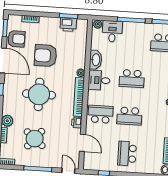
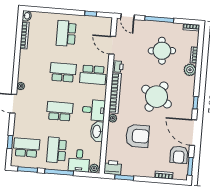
printer: (68, 25) -> (113, 168), moved
armchair: (16, 39) -> (179, 155), turned -90
school desk: (134, 41) -> (57, 150), added
armchair: (46, 56) -> (137, 136), moved
round table: (39, 94) -> (157, 97), turned 30
round table: (35, 139) -> (162, 51), turned 45
school desk: (127, 153) -> (66, 33), turned 180

